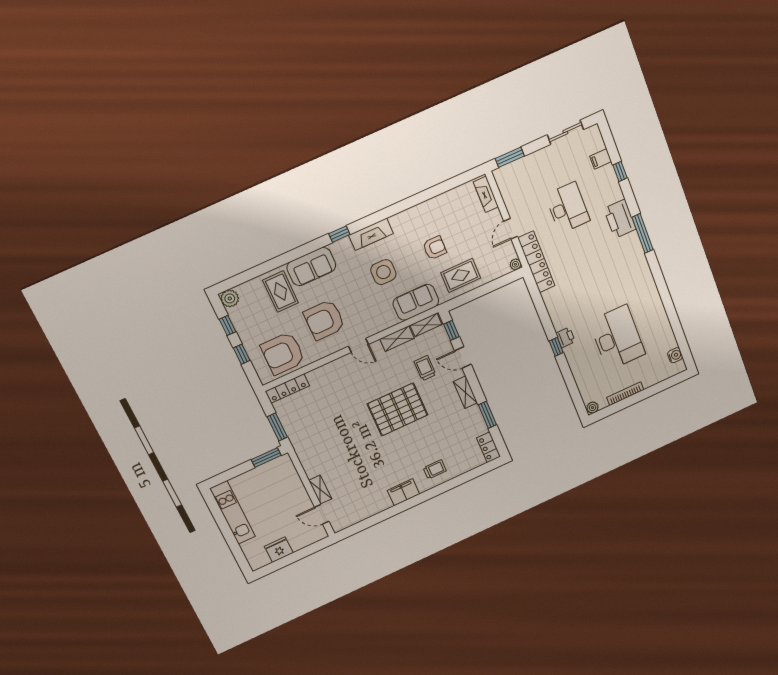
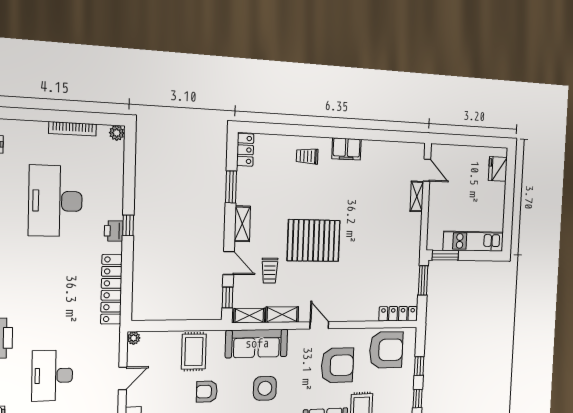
locker: (536, 262) -> (111, 289), moved
rug: (461, 275) -> (194, 352), turned 90
sofa: (416, 302) -> (257, 343), width x1.36
kitchen unit: (233, 513) -> (473, 241), moved, turned 90
fridge: (279, 550) -> (498, 169), moved, turned 90

